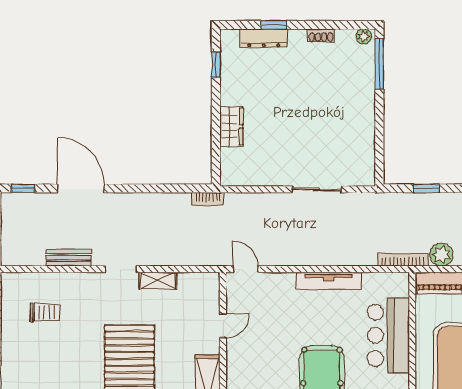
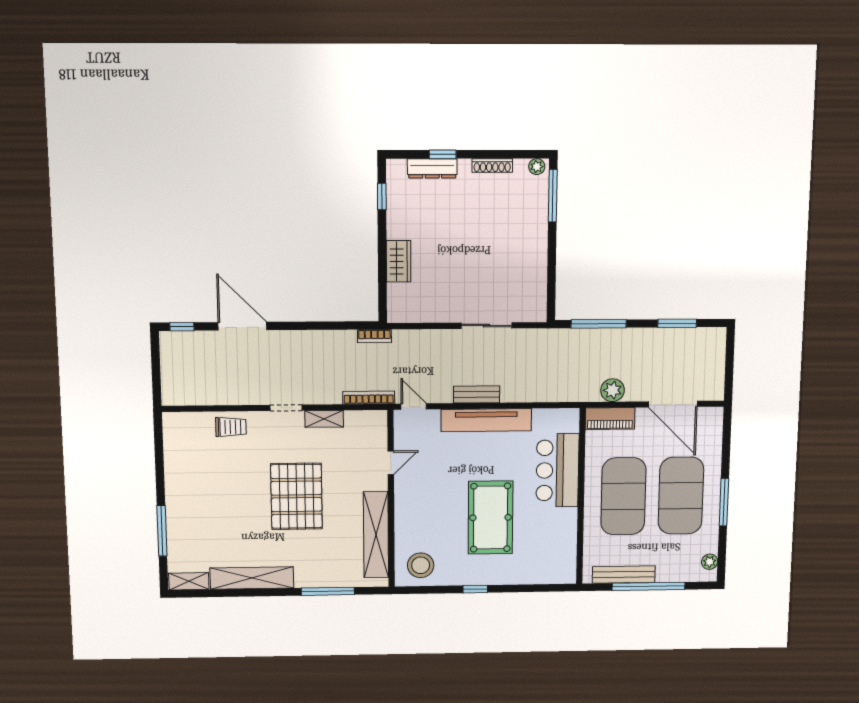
shoe rack: (321, 35) -> (492, 165), width x1.43
window: (426, 188) -> (599, 324), width x2.17
bench: (69, 258) -> (477, 394), moved
bookcase: (403, 260) -> (369, 398), moved
tv unit: (329, 281) -> (486, 420), width x1.36, depth x1.29
trolley: (45, 312) -> (231, 427), moved

